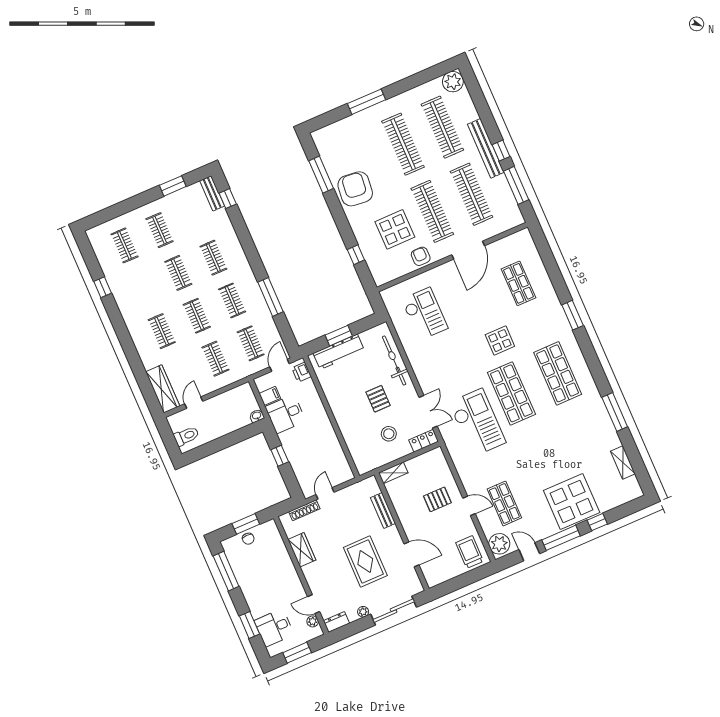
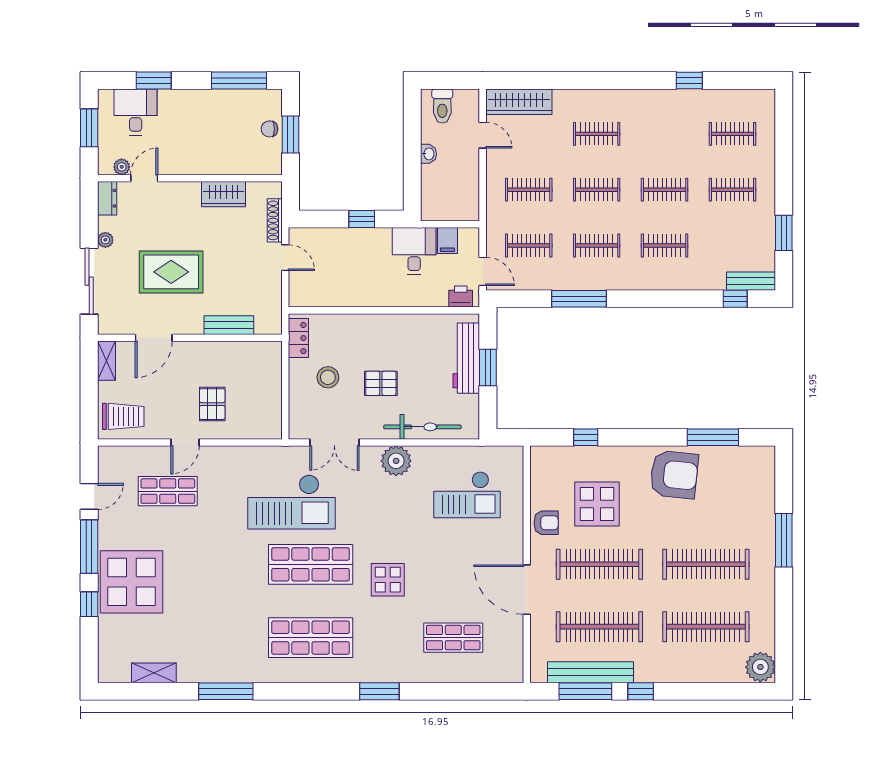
bench: (486, 148) -> (591, 672), moved
washbasin: (257, 416) -> (428, 154), moved
locker: (424, 441) -> (298, 338), moved
shelving: (393, 473) -> (106, 361), moved
plant: (499, 544) -> (396, 461), moved

